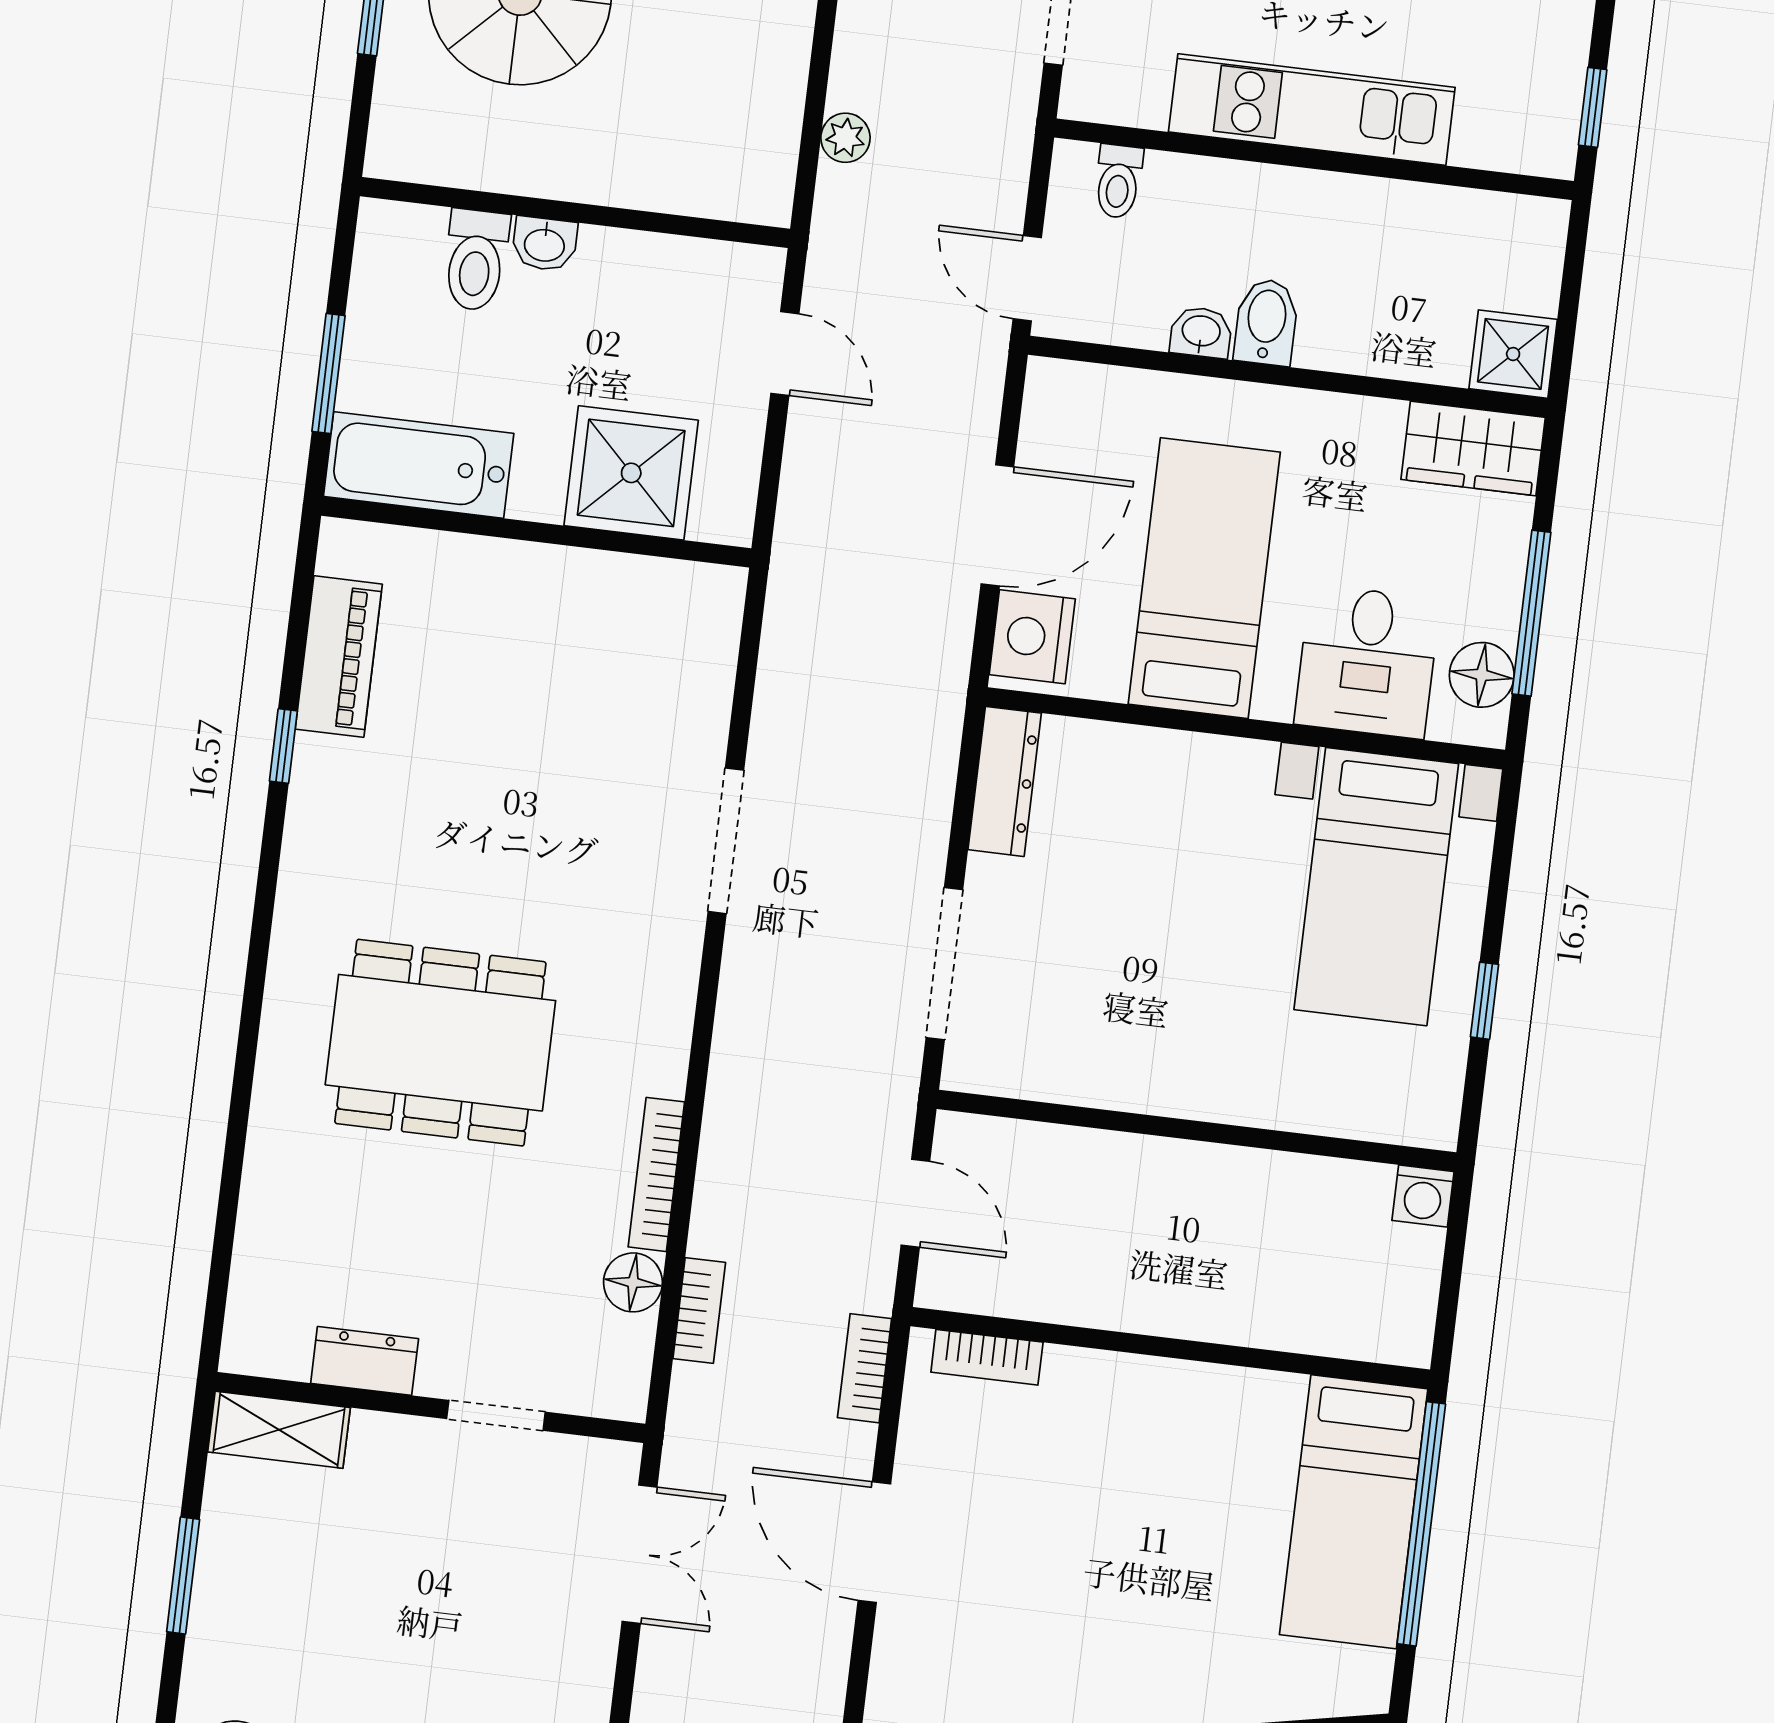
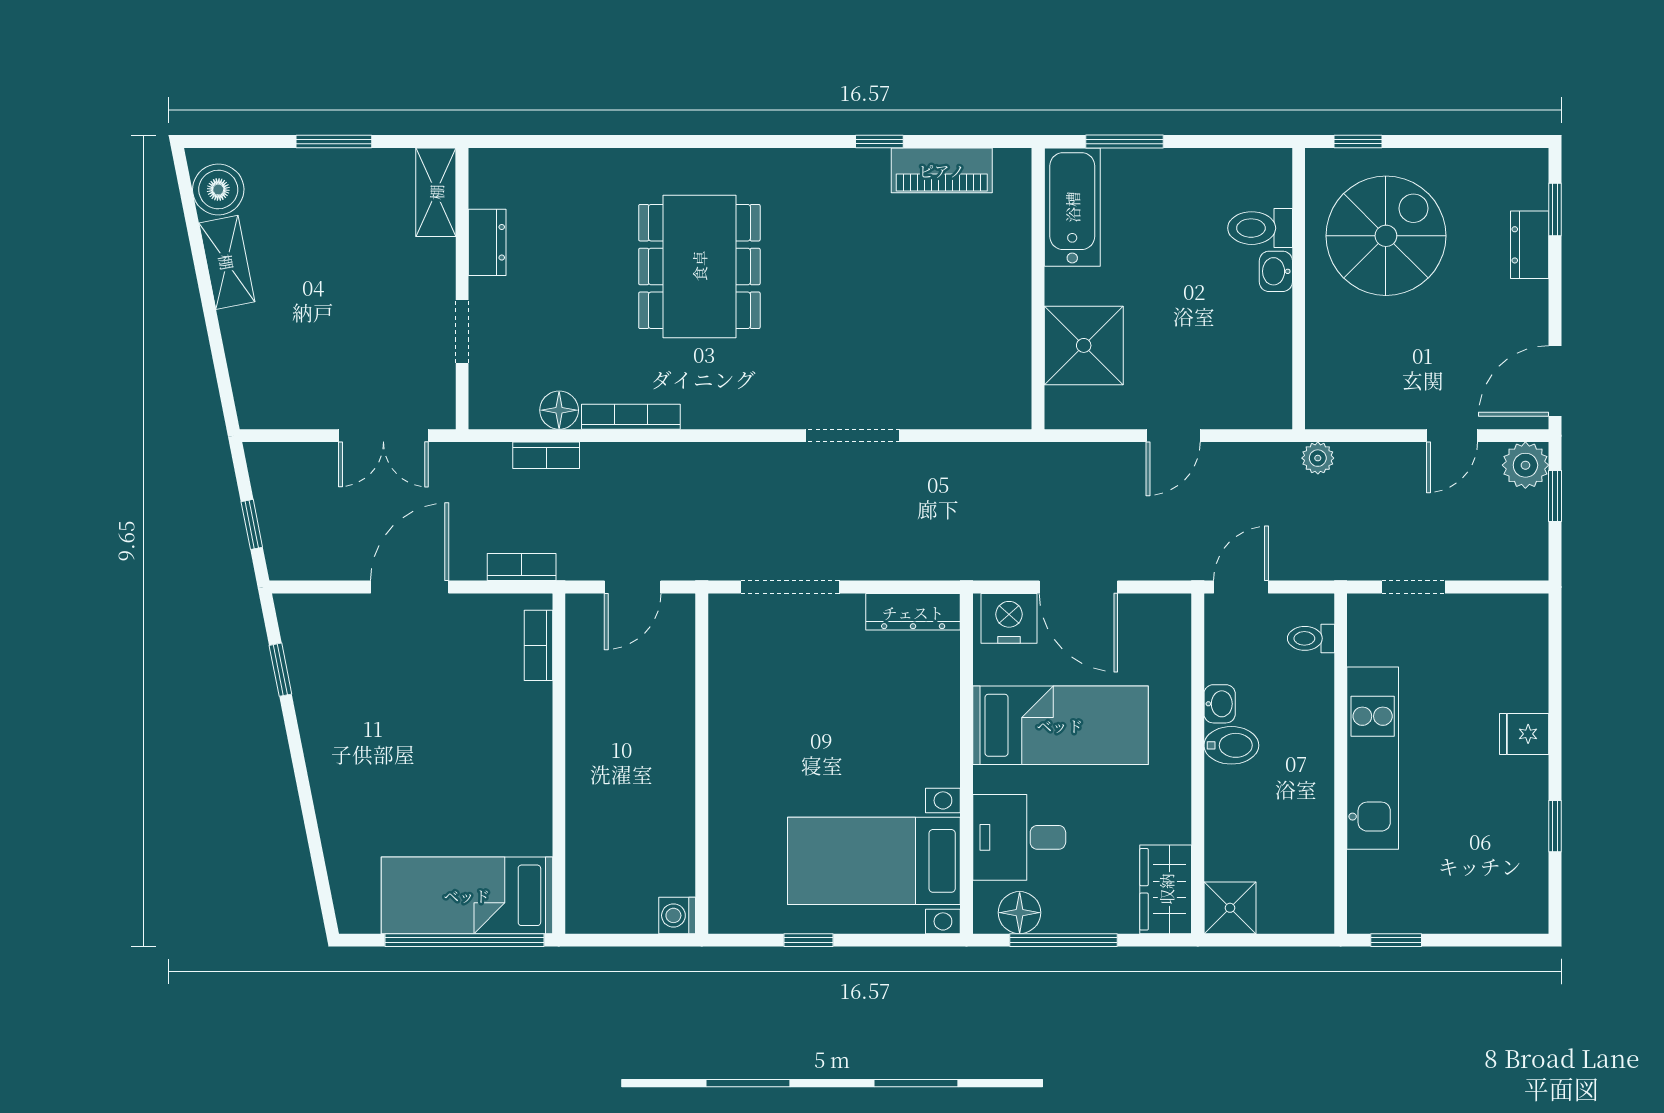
wall: (575, 212) -> (1299, 289), moved
washbasin: (545, 244) -> (1276, 271), moved
toilet: (476, 260) -> (1260, 228), moved

